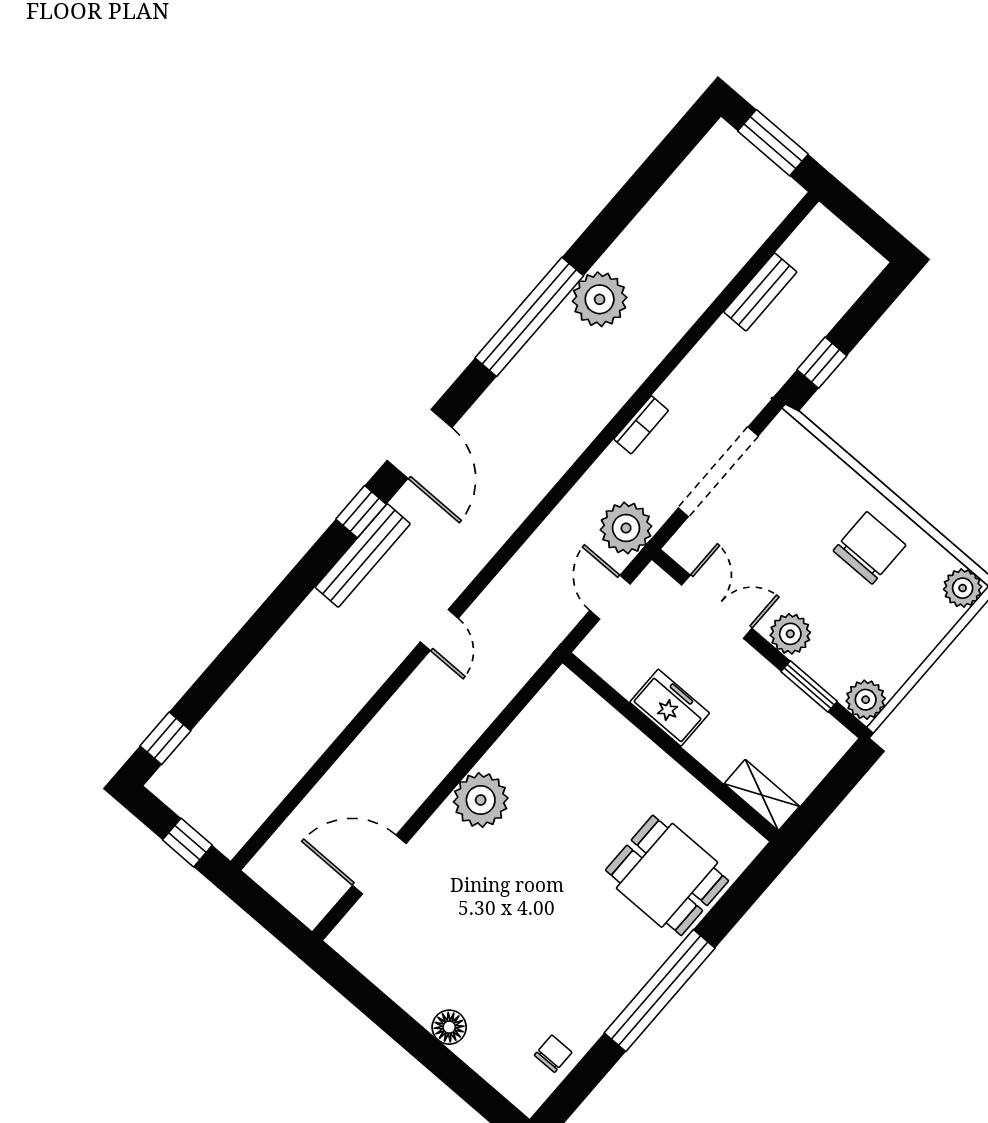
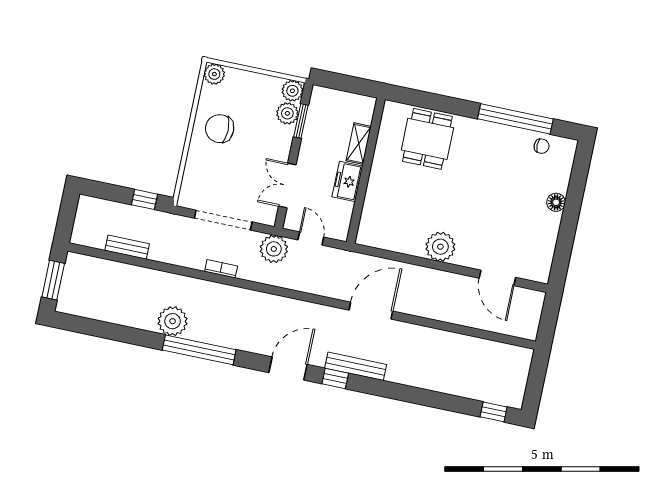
door: (610, 597) -> (311, 238), swing flipped
door: (439, 630) -> (371, 311), width x1.87
plant: (790, 634) -> (287, 113), moved
shelving: (762, 795) -> (359, 144), moved
window: (187, 843) -> (537, 374), removed
window: (660, 990) -> (515, 119), moved
chair: (553, 1054) -> (542, 146), turned 180

